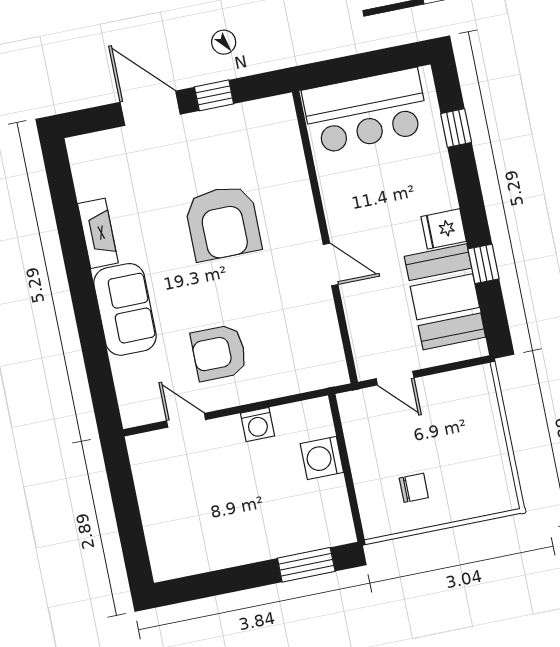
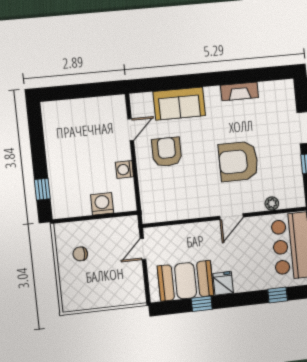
plant: (292, 155) -> (272, 203), added
door: (331, 264) -> (231, 217), moved
sofa: (125, 309) -> (179, 104), moved
chair: (414, 488) -> (80, 254), turned 90
window: (306, 565) -> (42, 189), width x0.67

